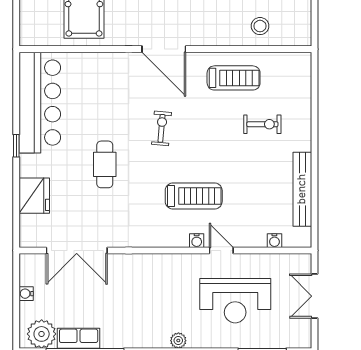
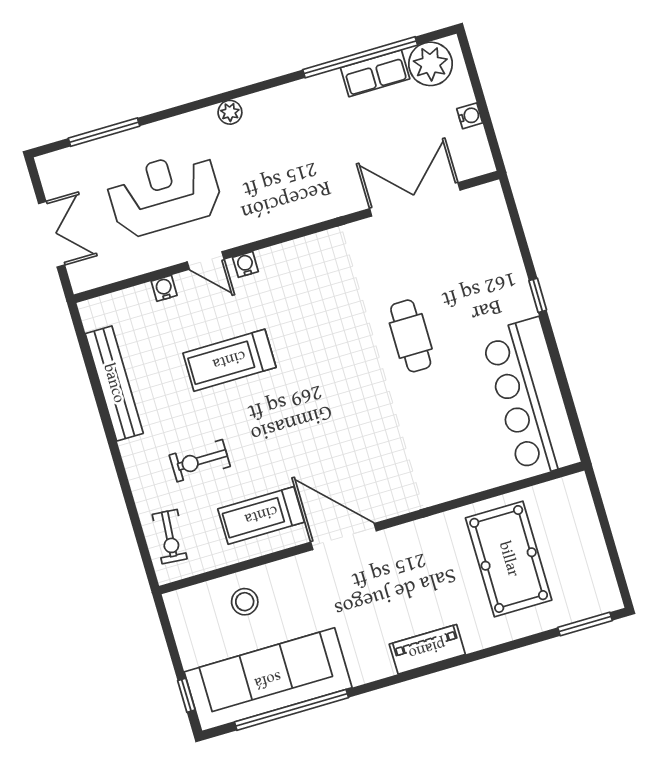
door: (164, 49) -> (344, 537), moved
exercise bike: (161, 128) -> (170, 537), moved
window: (16, 146) -> (538, 295), moved
fridge: (34, 196) -> (499, 261), removed
treadmill: (194, 196) -> (229, 360), moved
water cooler: (274, 241) -> (164, 288), moved

